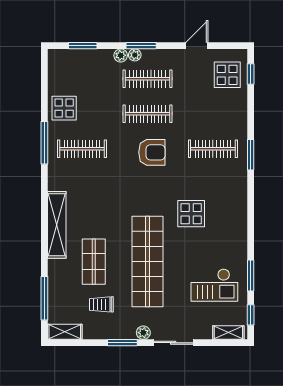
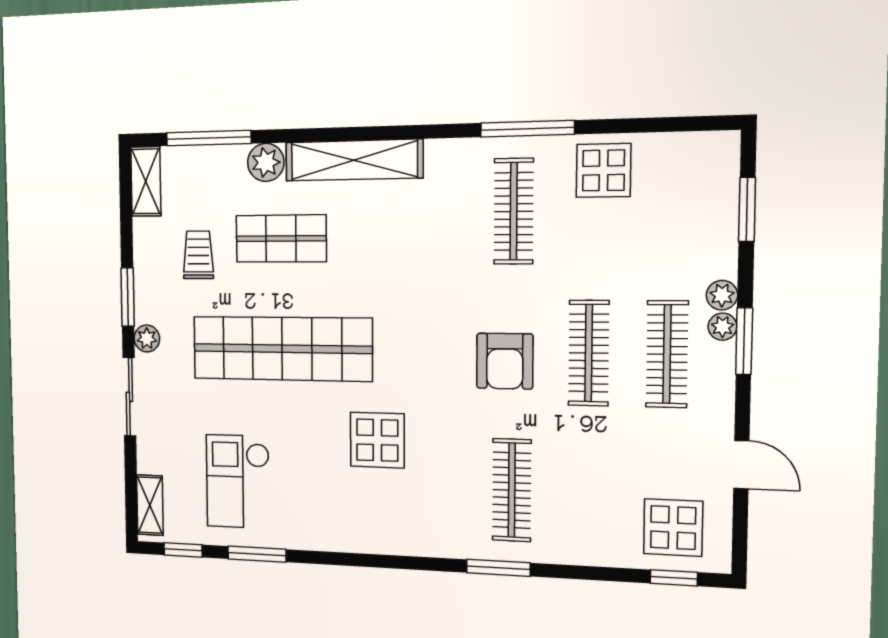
plant: (57, 269) -> (266, 162), added

